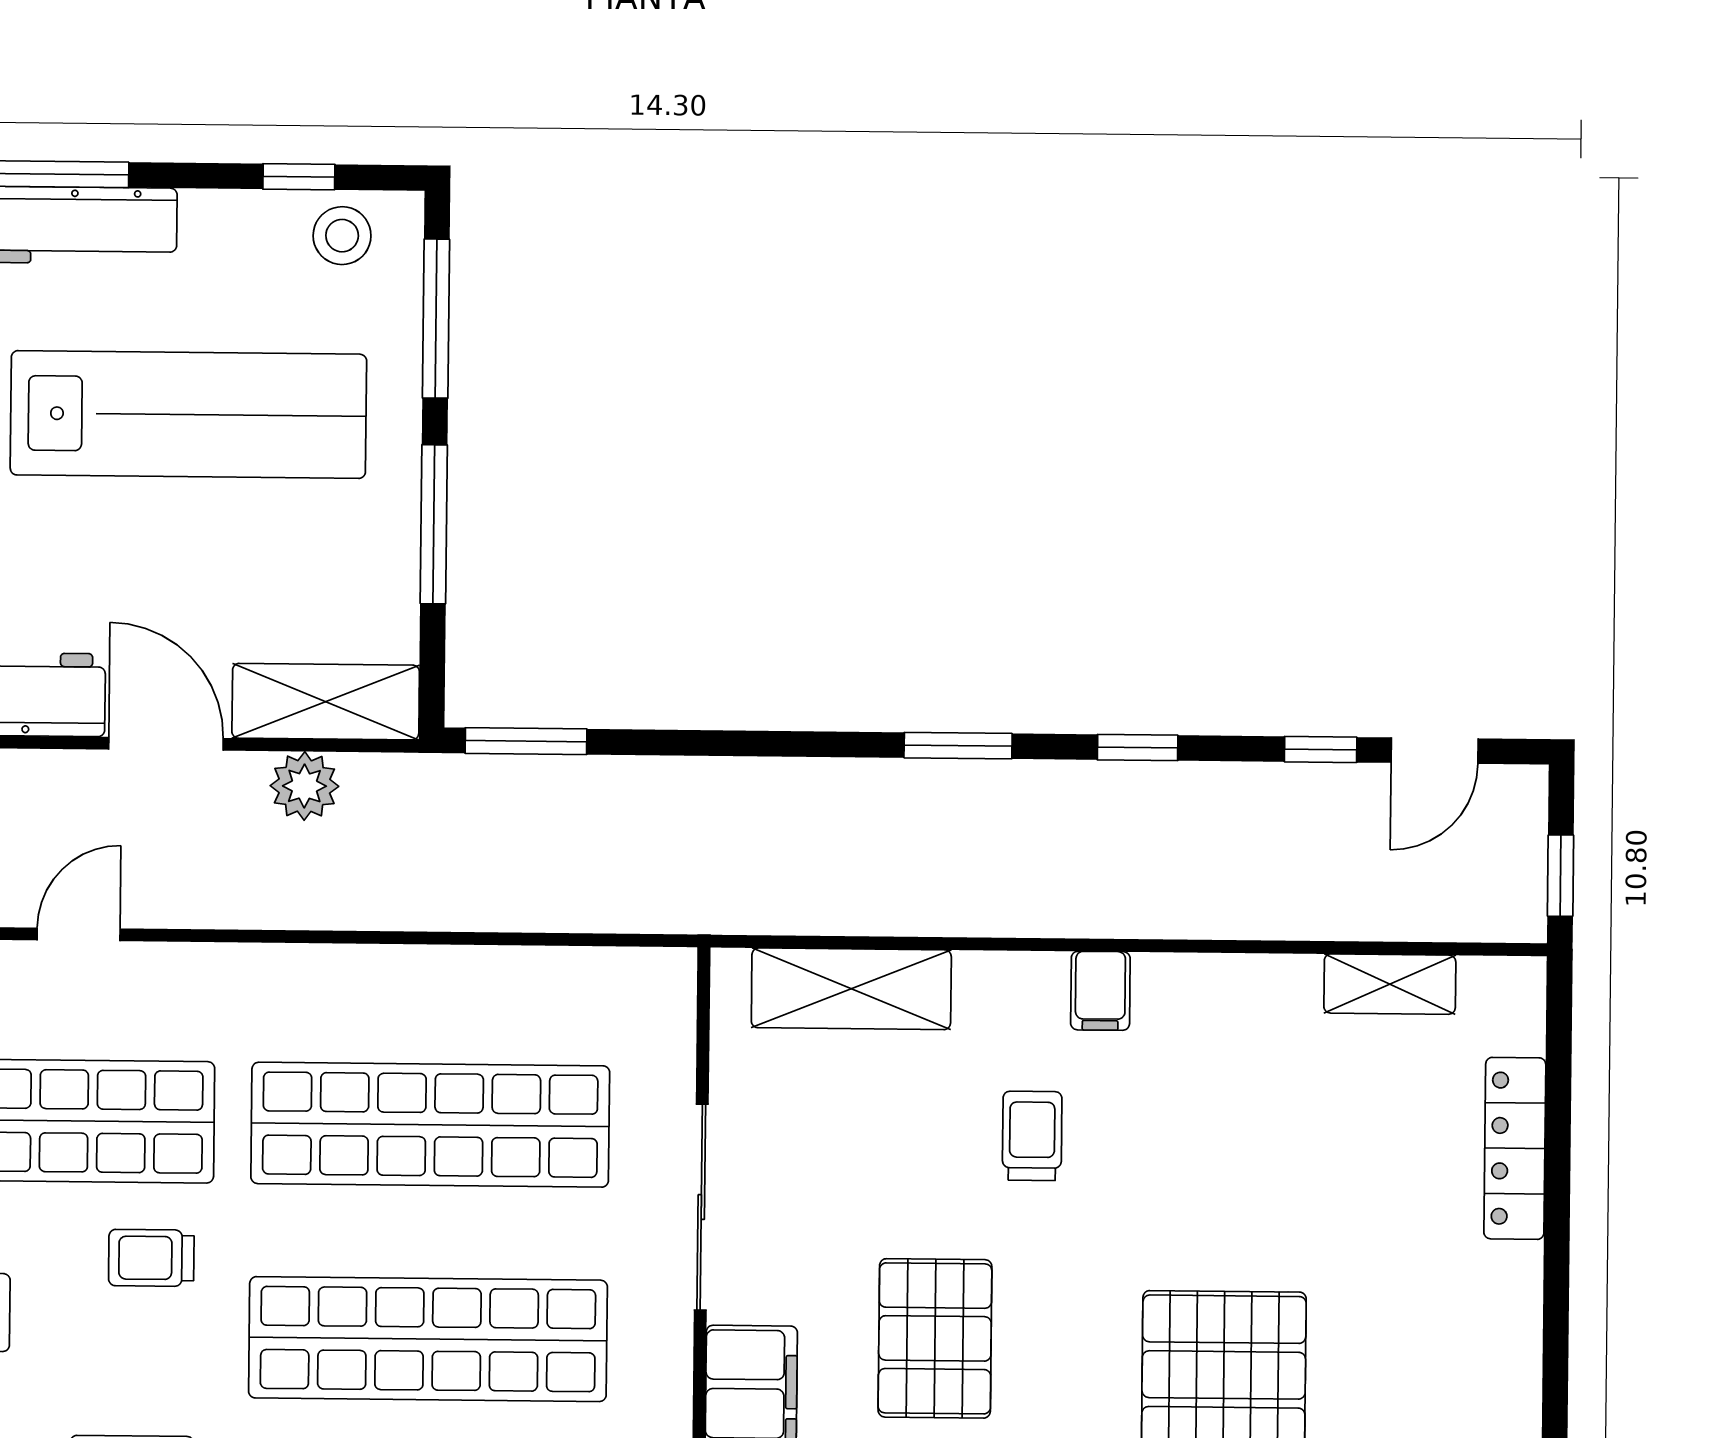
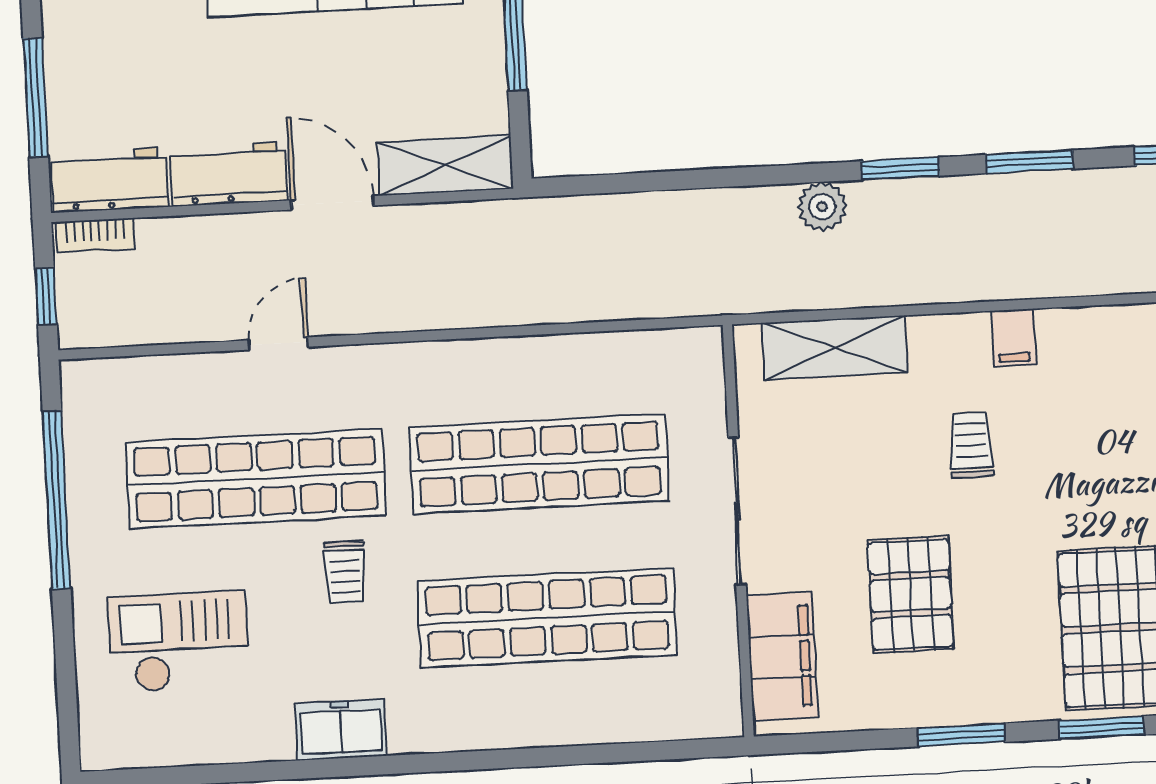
window: (526, 741) -> (590, 185), removed
window: (1138, 748) -> (1029, 162), width x1.50
plant: (304, 786) -> (822, 207), moved
trolley: (151, 1258) -> (345, 572), turned -90

